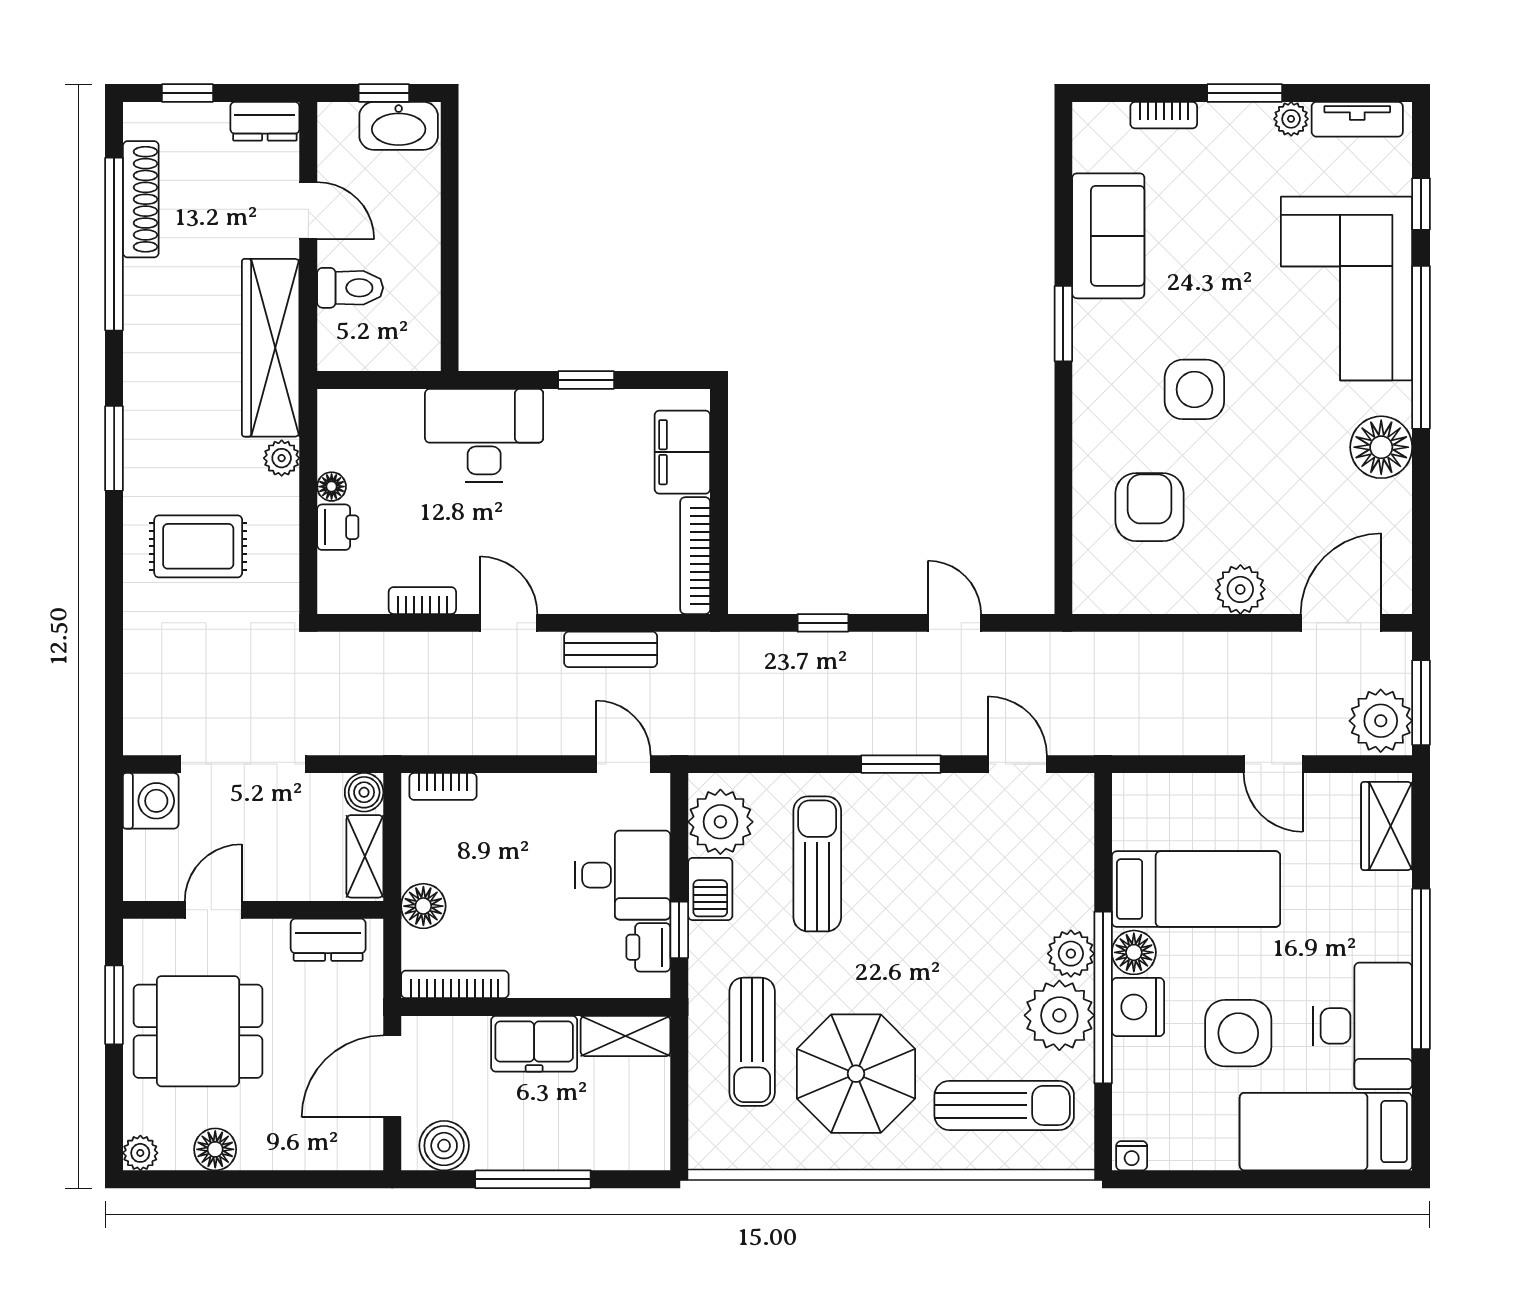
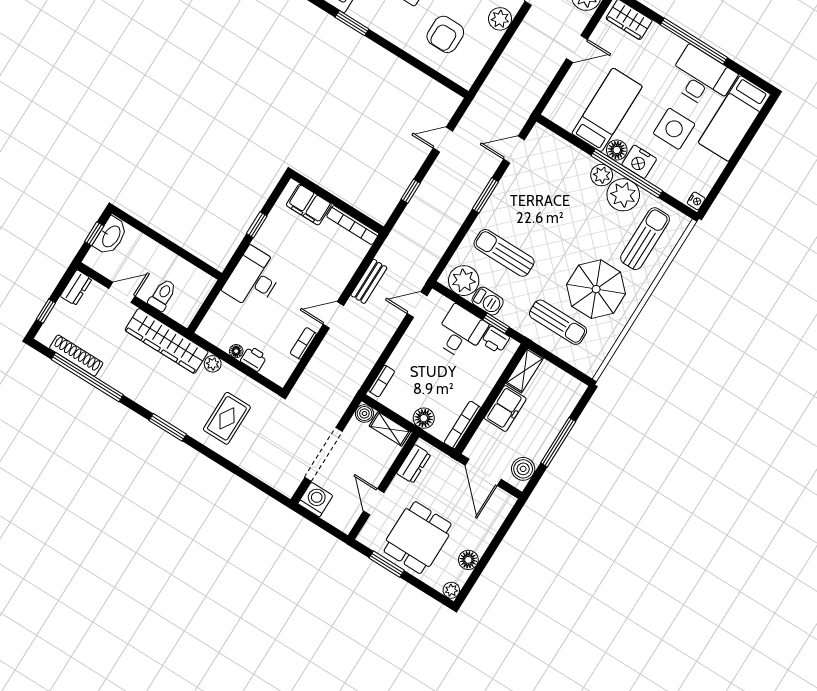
armchair: (1149, 507) -> (445, 34), turned -90

